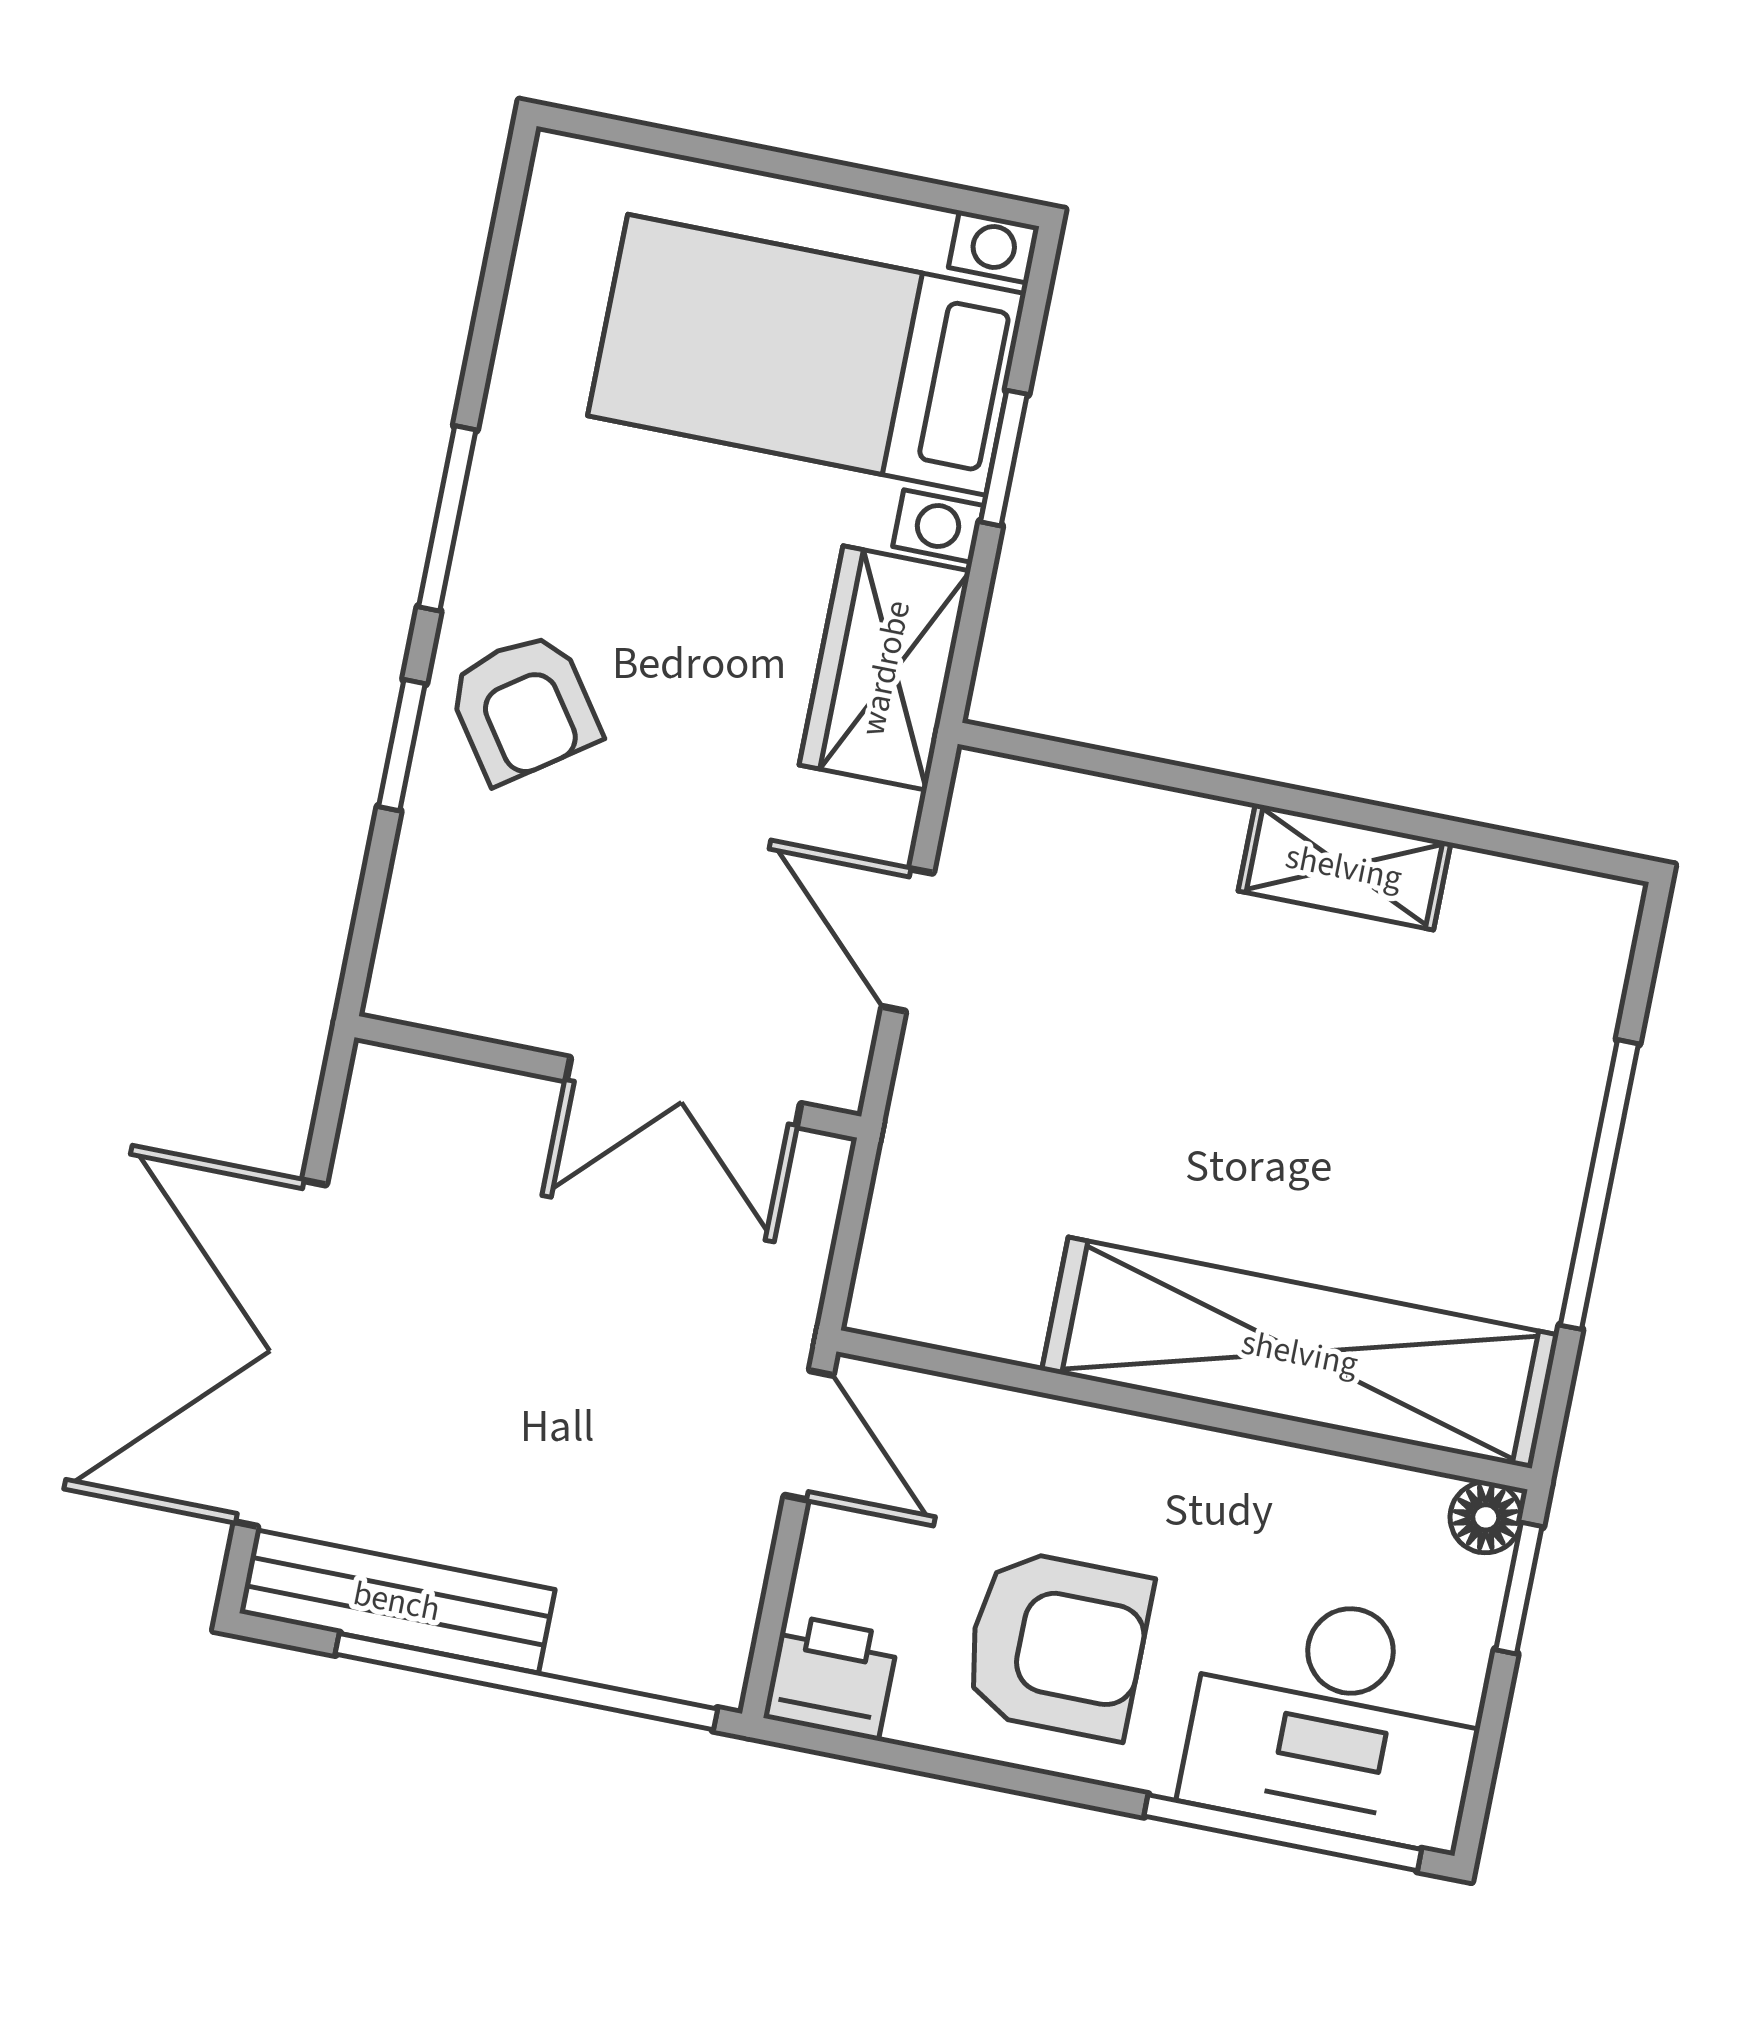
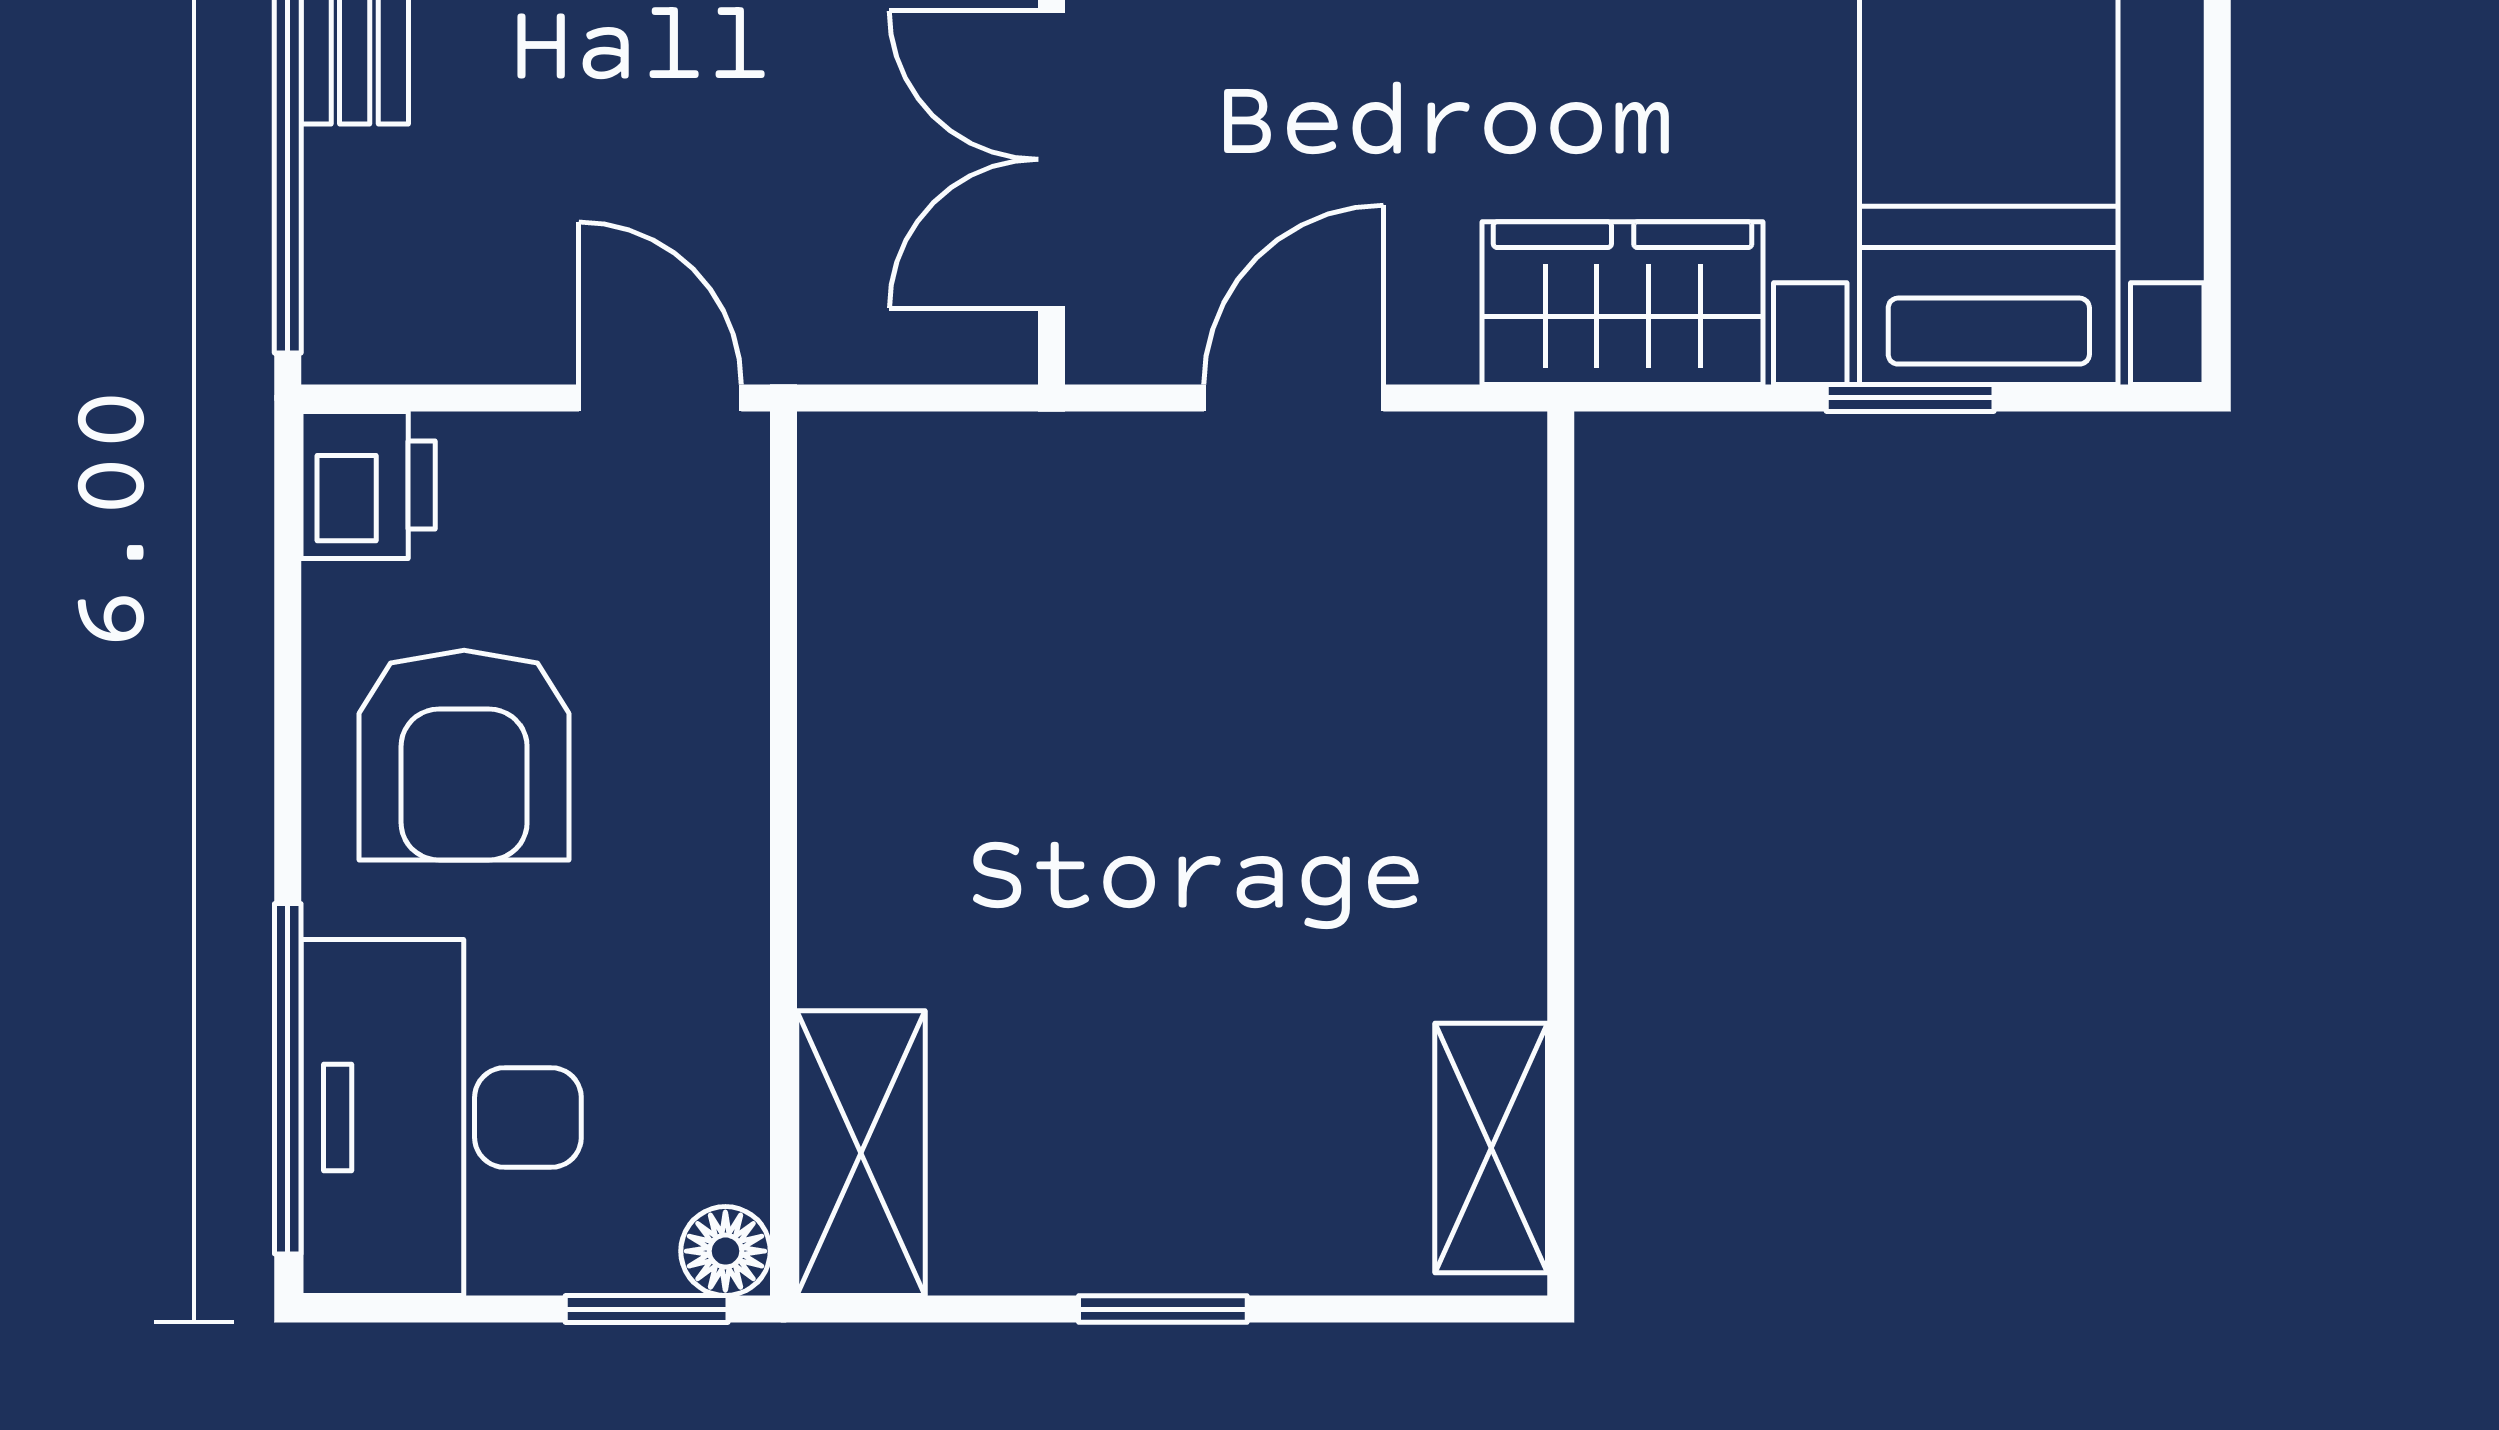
shelving: (1344, 867) -> (1491, 1148), moved
window: (1599, 1185) -> (1163, 1309), width x0.46
shelving: (1300, 1353) -> (861, 1153), width x0.45, depth x0.75
door: (809, 1435) -> (660, 398), swing flipped

